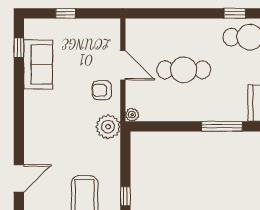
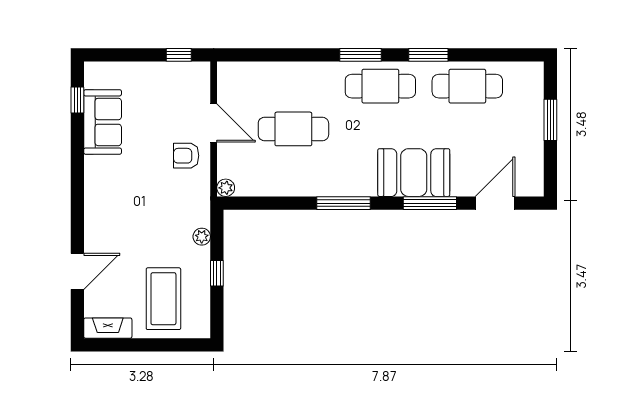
window: (65, 13) -> (179, 55), moved
window: (235, 13) -> (360, 55), width x1.50
plant: (108, 127) -> (202, 237), moved, width x0.53, depth x0.53
window: (125, 196) -> (217, 273), moved

